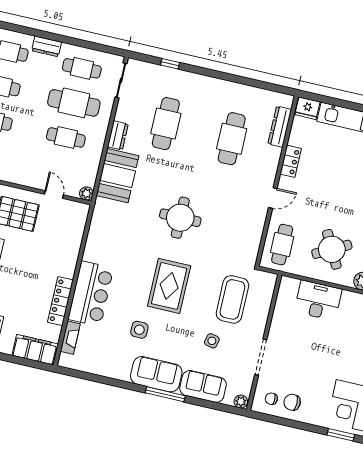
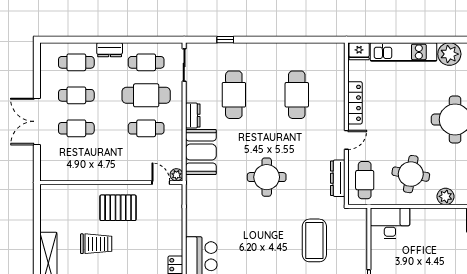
dresser: (280, 127) -> (338, 178), moved
locker: (291, 161) -> (355, 103), width x1.53
door: (54, 194) -> (161, 183), moved
round table: (332, 249) -> (411, 174), turned 38
rug: (169, 286) -> (271, 241), removed
coffee table: (232, 299) -> (314, 240), moved
desk: (318, 300) -> (390, 223), moved

